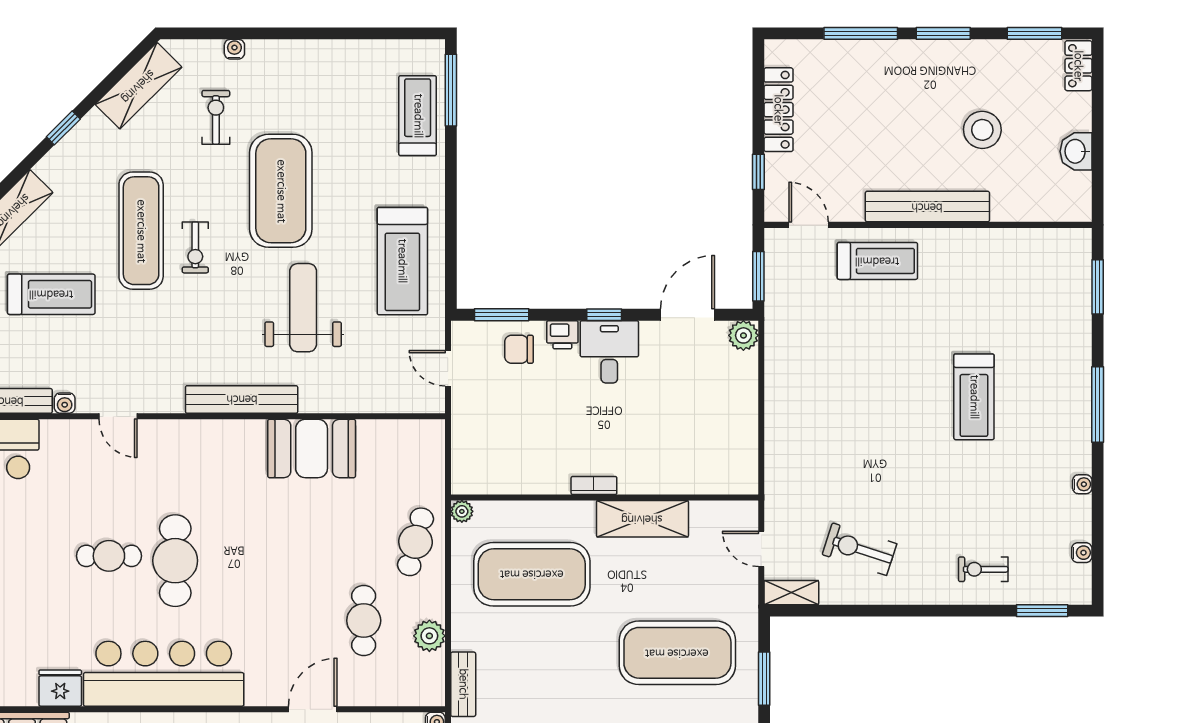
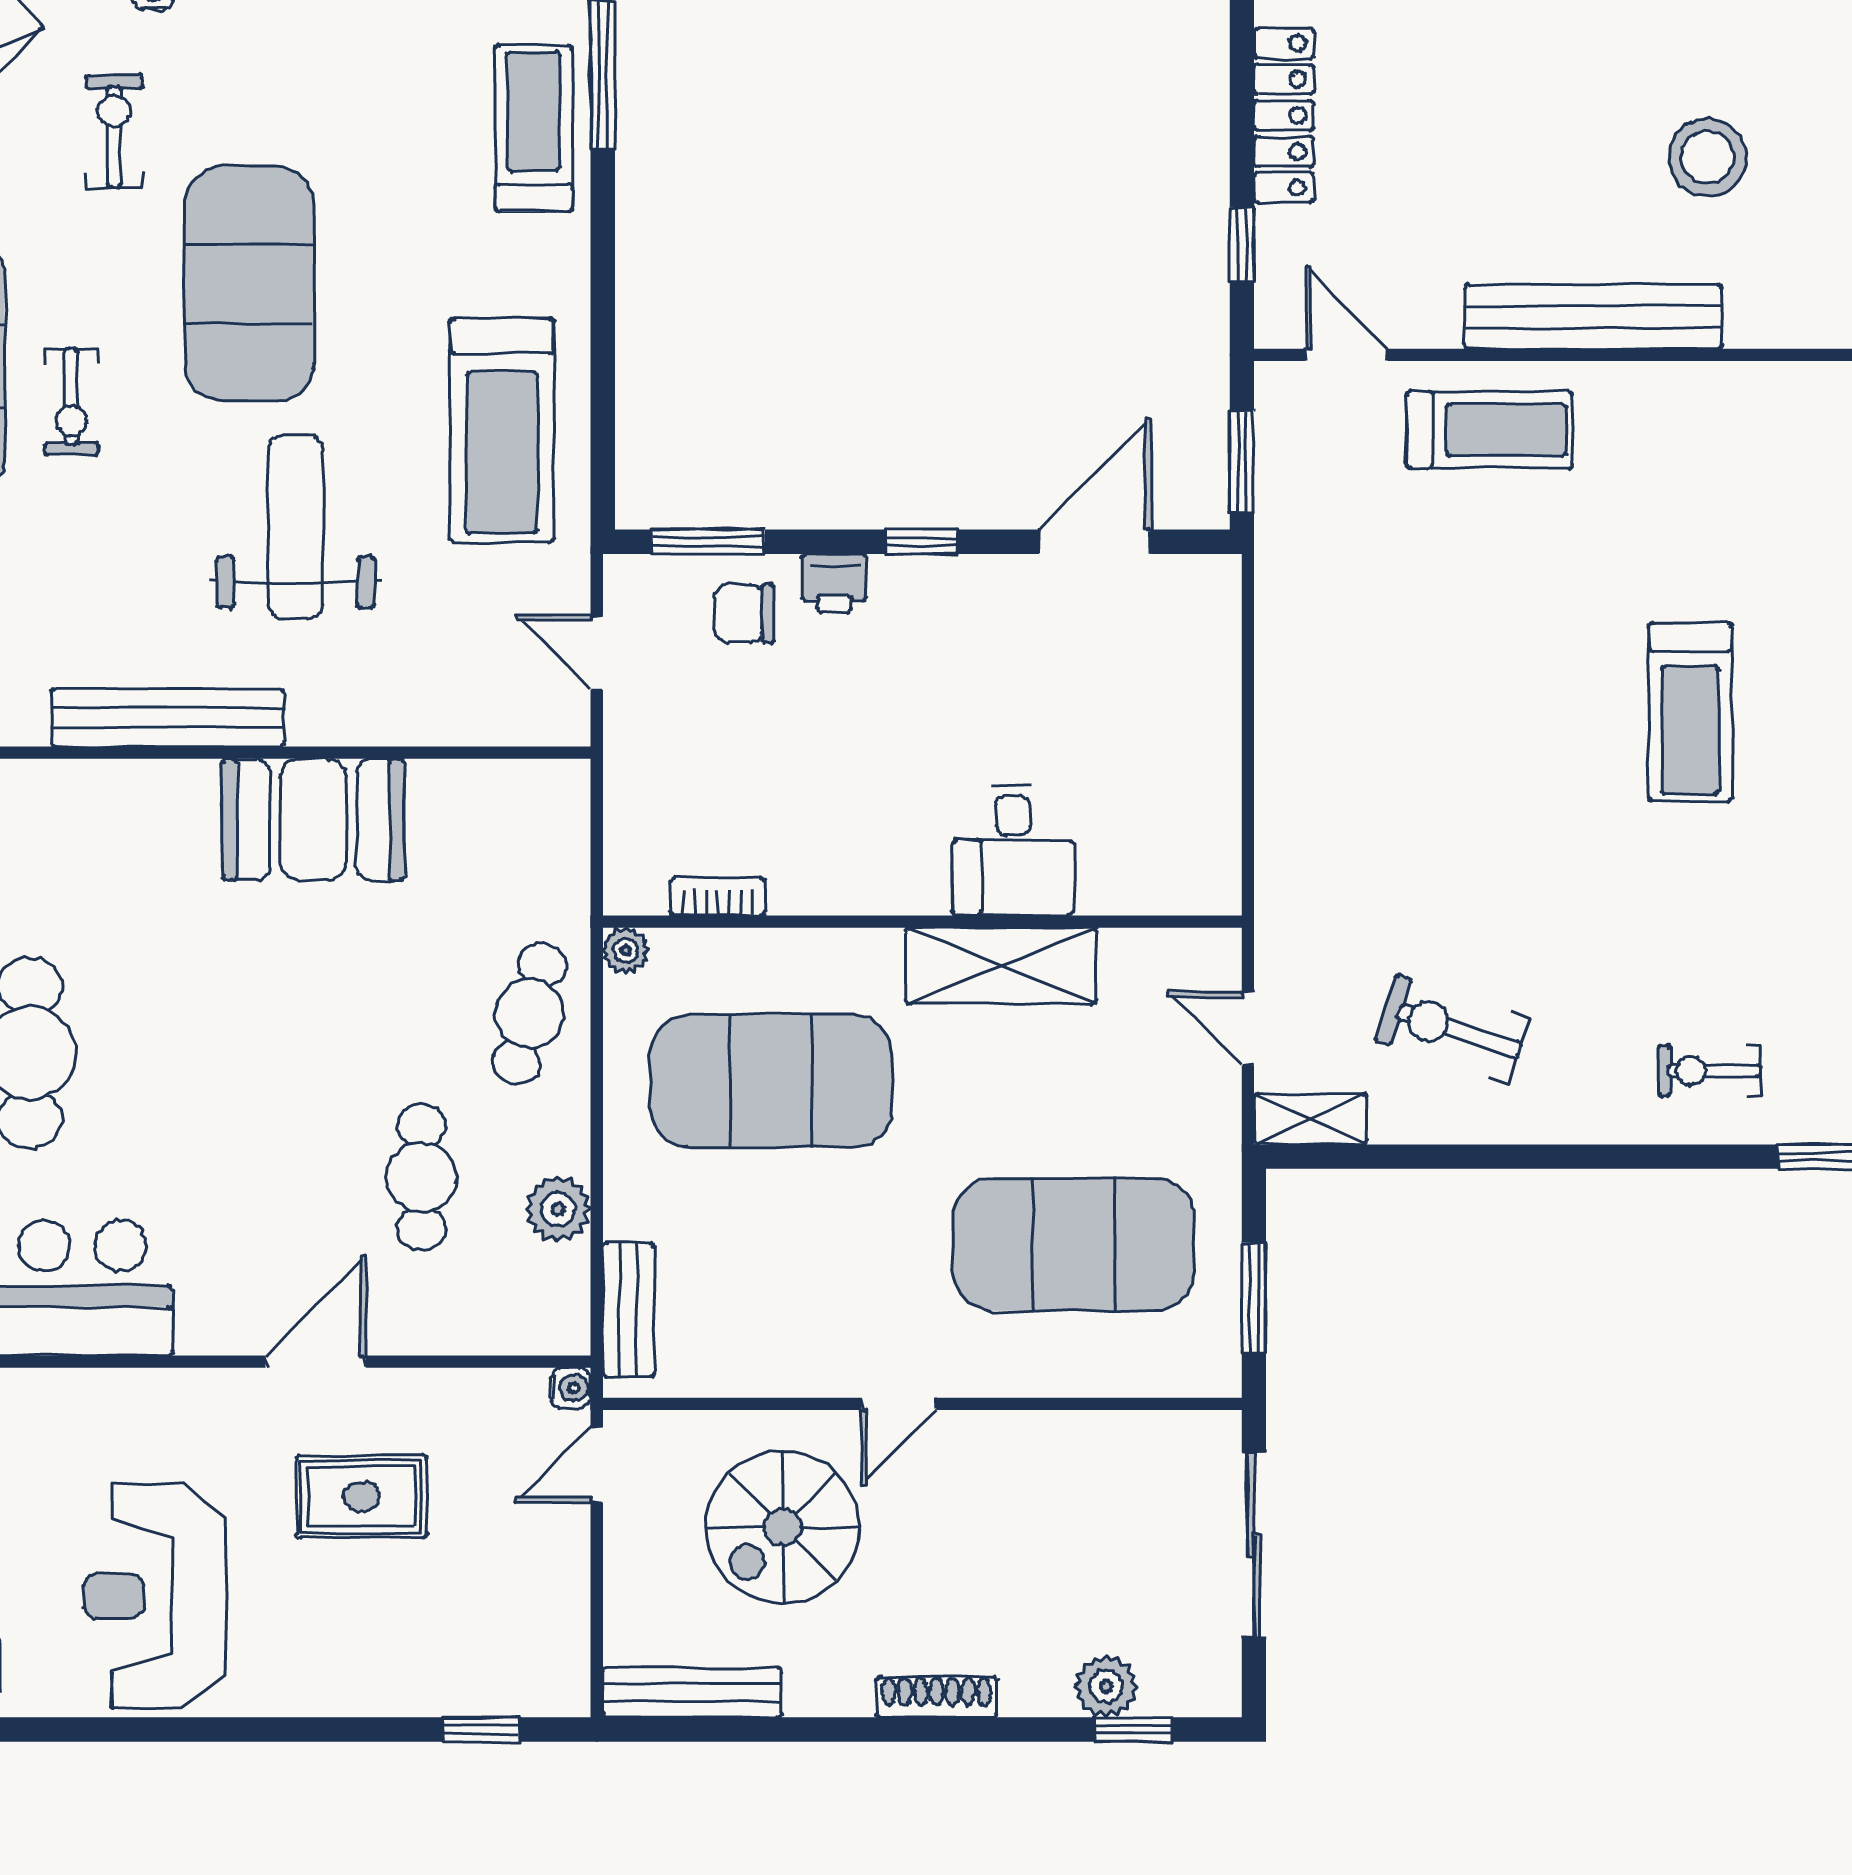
plant: (743, 335) -> (1211, 585), removed
desk: (609, 352) -> (1013, 850), moved, turned 180
bookcase: (594, 485) -> (718, 897), moved

